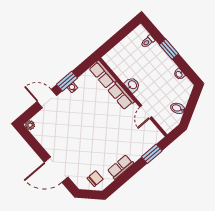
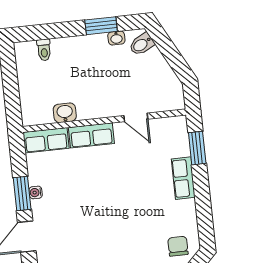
window: (169, 49) -> (101, 26), moved
washbasin: (132, 85) -> (65, 113), moved
bidet: (178, 108) -> (142, 44), moved
row of seats: (120, 167) -> (183, 178), moved

